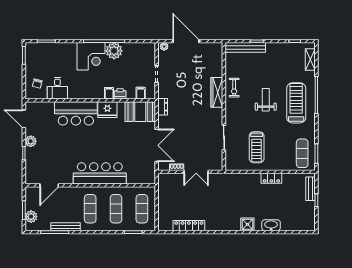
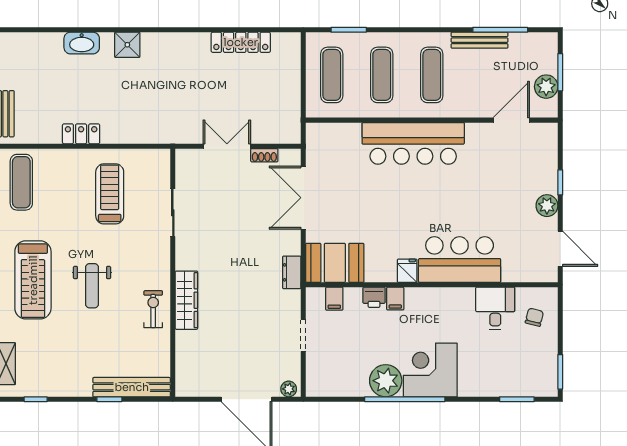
fridge: (107, 110) -> (407, 271), width x0.53, depth x0.75
plant: (31, 217) -> (546, 87), moved

